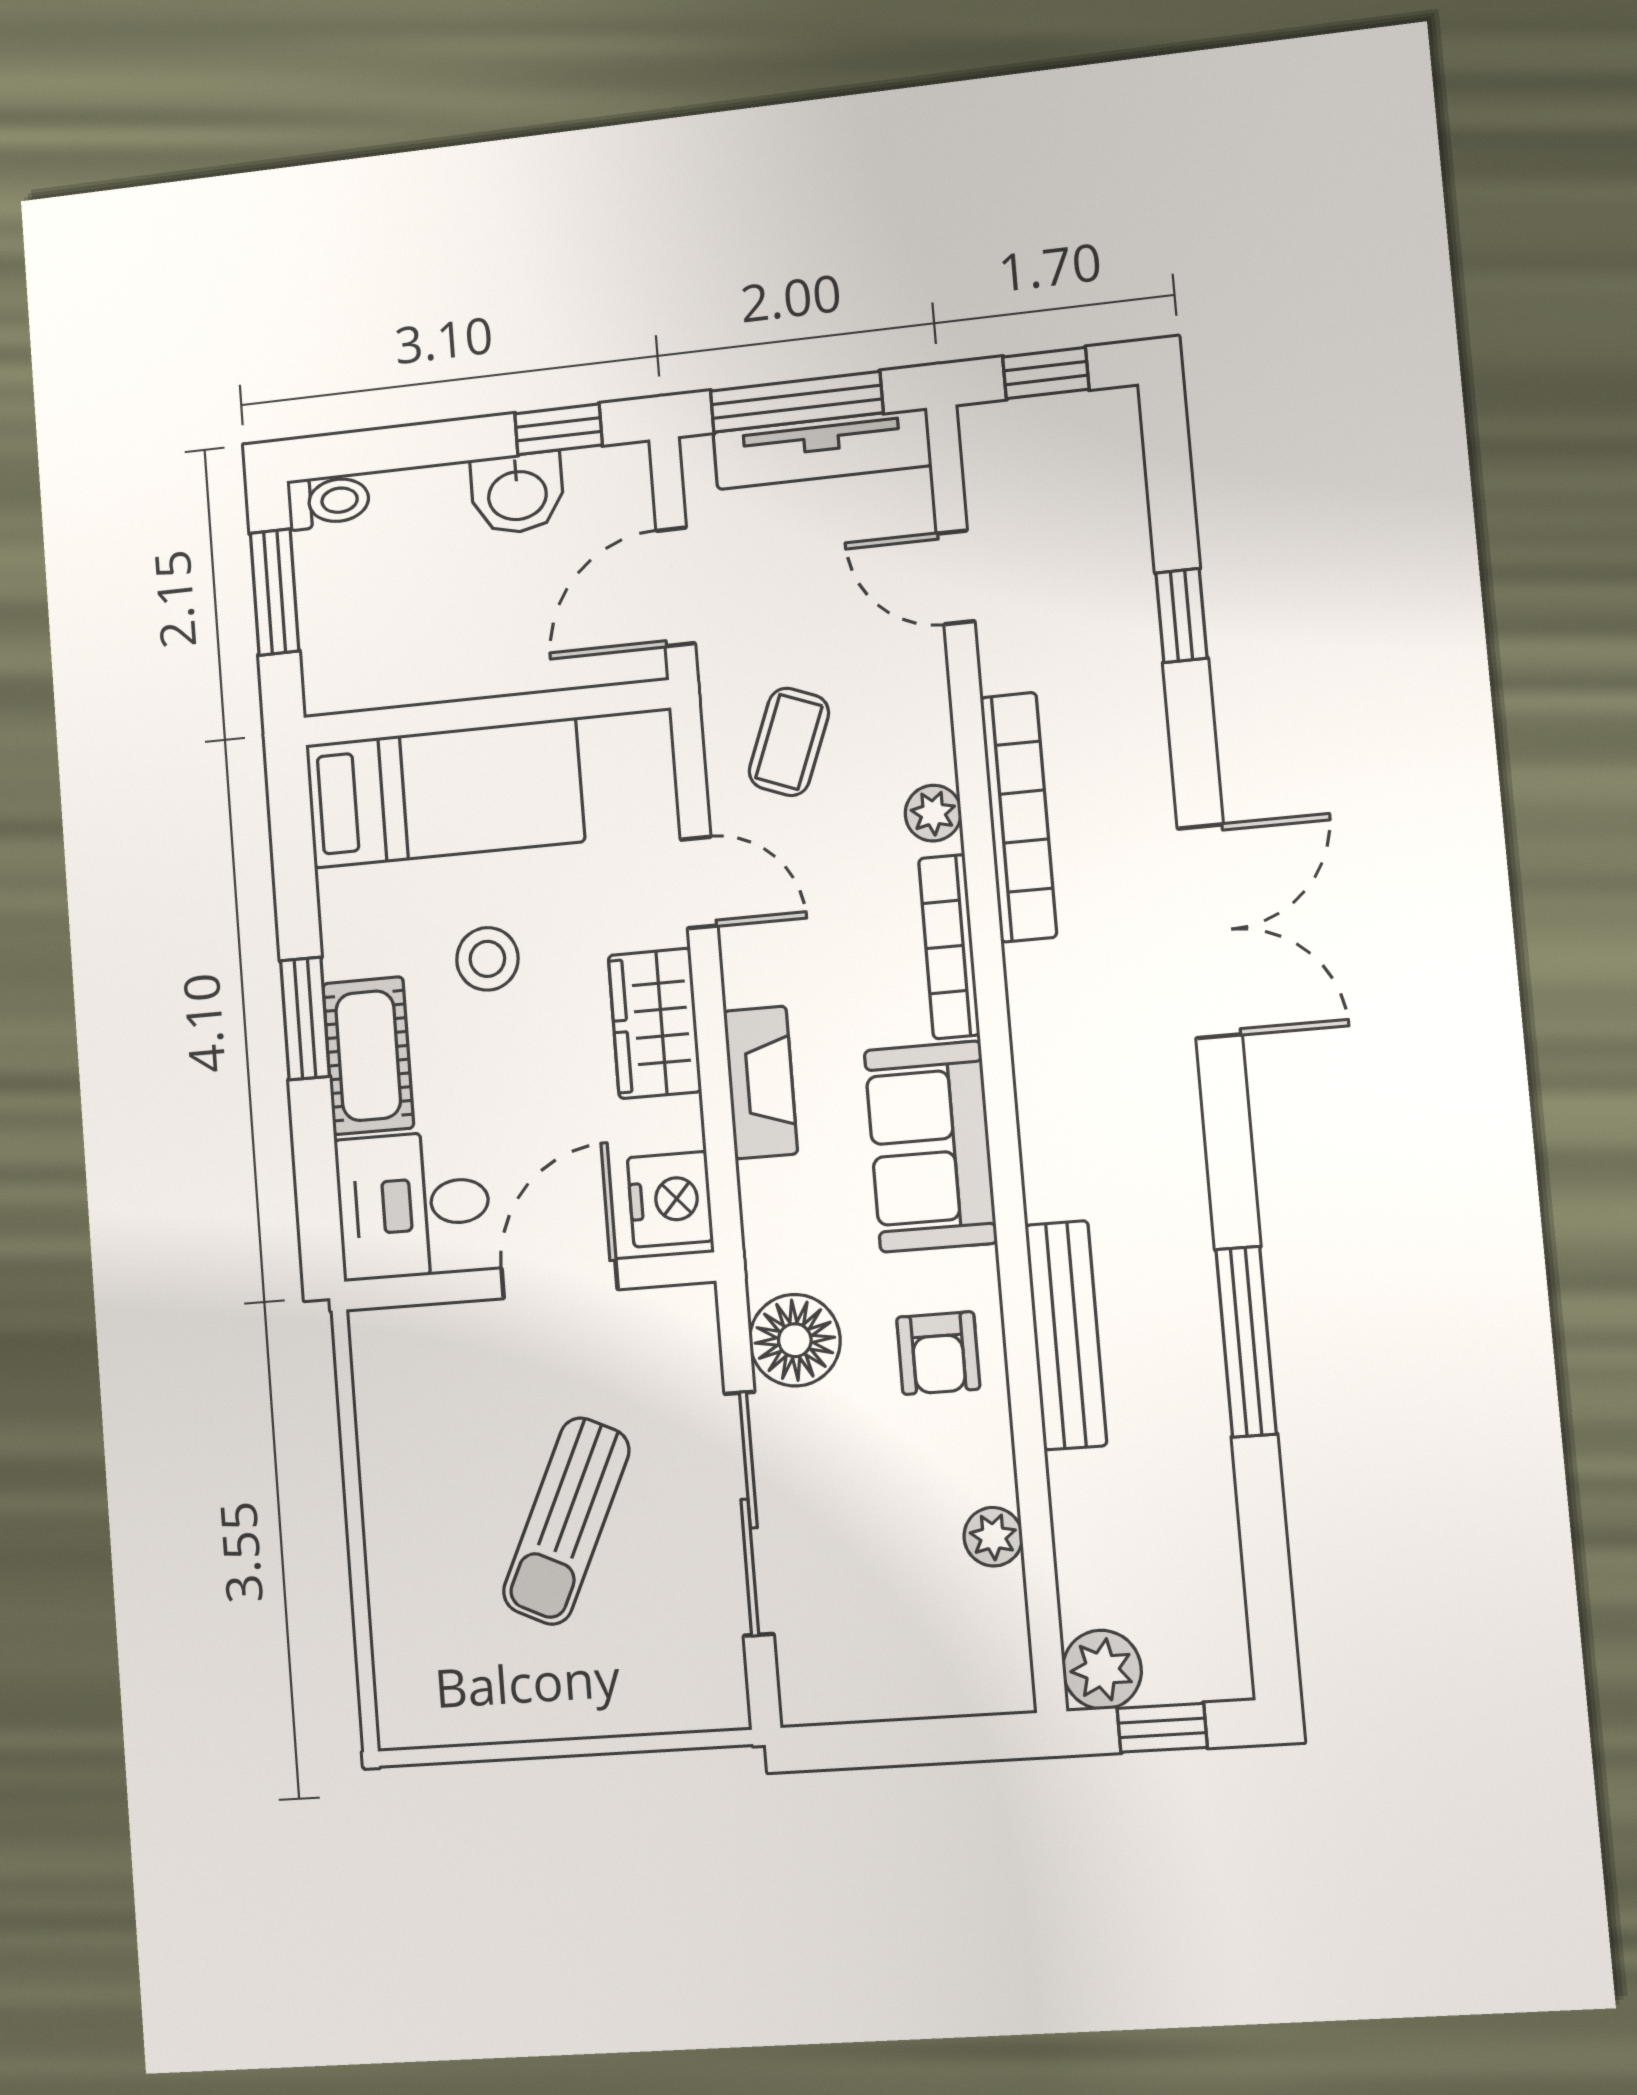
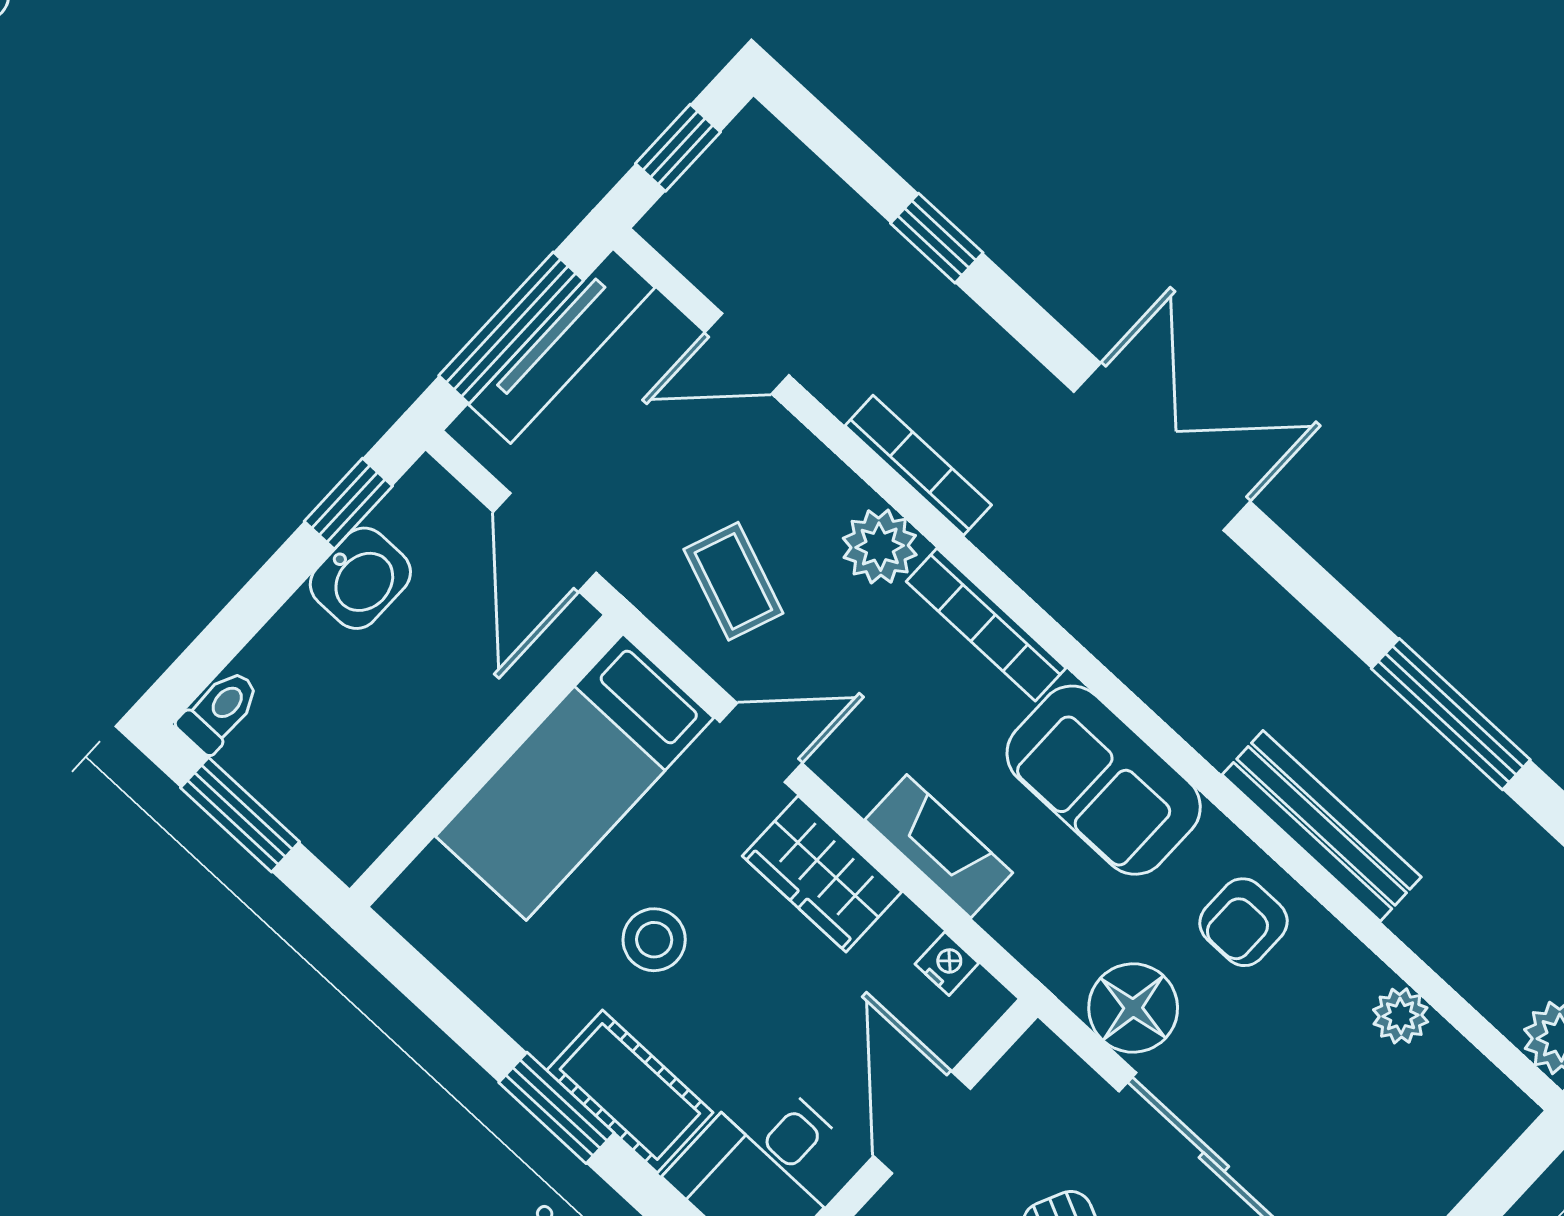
bed: (444, 793) -> (575, 777), moved, turned 180
plant: (933, 813) -> (880, 547), width x1.38, depth x1.38
bookcase: (1018, 817) -> (918, 465), width x0.68, depth x0.76
nightstand: (670, 1199) -> (947, 964), width x0.53, depth x0.56
armchair: (938, 1353) -> (1243, 922), turned 90

